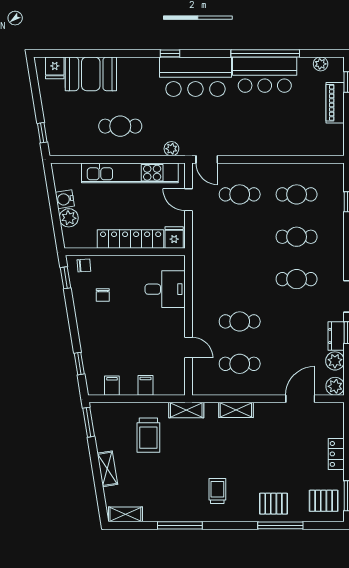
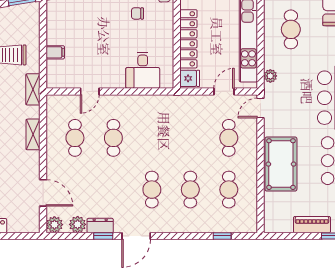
pool table: (268, 137) -> (281, 164), added
filing cabinet: (112, 386) -> (55, 22), removed

